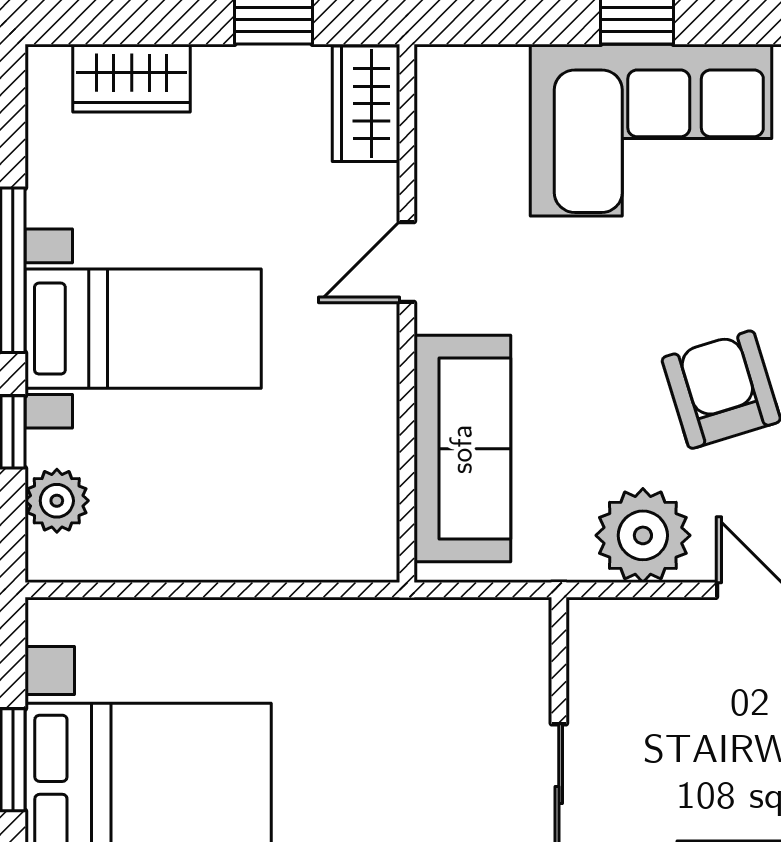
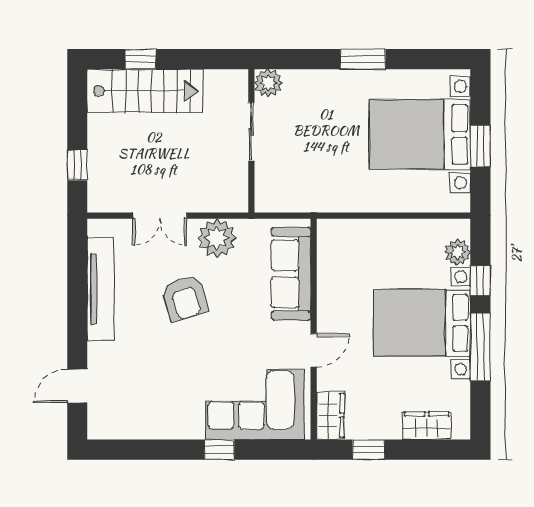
corner sofa: (651, 130) -> (255, 404), moved
bed with nightstands: (143, 329) -> (422, 323), width x1.36

